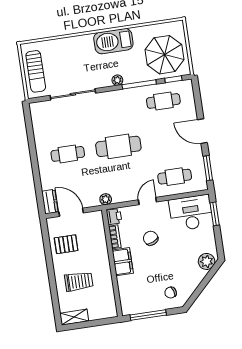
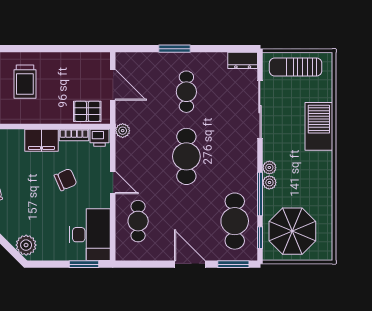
barbecue: (113, 41) -> (319, 126), moved
plant: (129, 78) -> (269, 182), added
cafe table: (163, 101) -> (235, 221), width x1.37, depth x1.35
door: (202, 131) -> (190, 264), hinge flipped
window: (35, 168) -> (174, 49), added
window: (208, 168) -> (233, 264), moved
dresser: (50, 202) -> (243, 60), moved
door: (71, 212) -> (113, 85), hinge flipped
pallet: (66, 244) -> (87, 111), moved, turned 90

